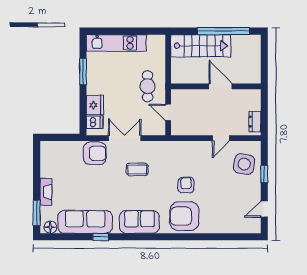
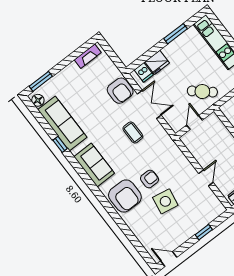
cafe table: (148, 86) -> (202, 92), turned 41
door: (221, 138) -> (206, 178), swing flipped
side table: (244, 164) -> (165, 201), moved
fireplace: (46, 192) -> (88, 56), moved
door: (264, 209) -> (169, 259), moved
armchair: (184, 216) -> (125, 196), turned 180

